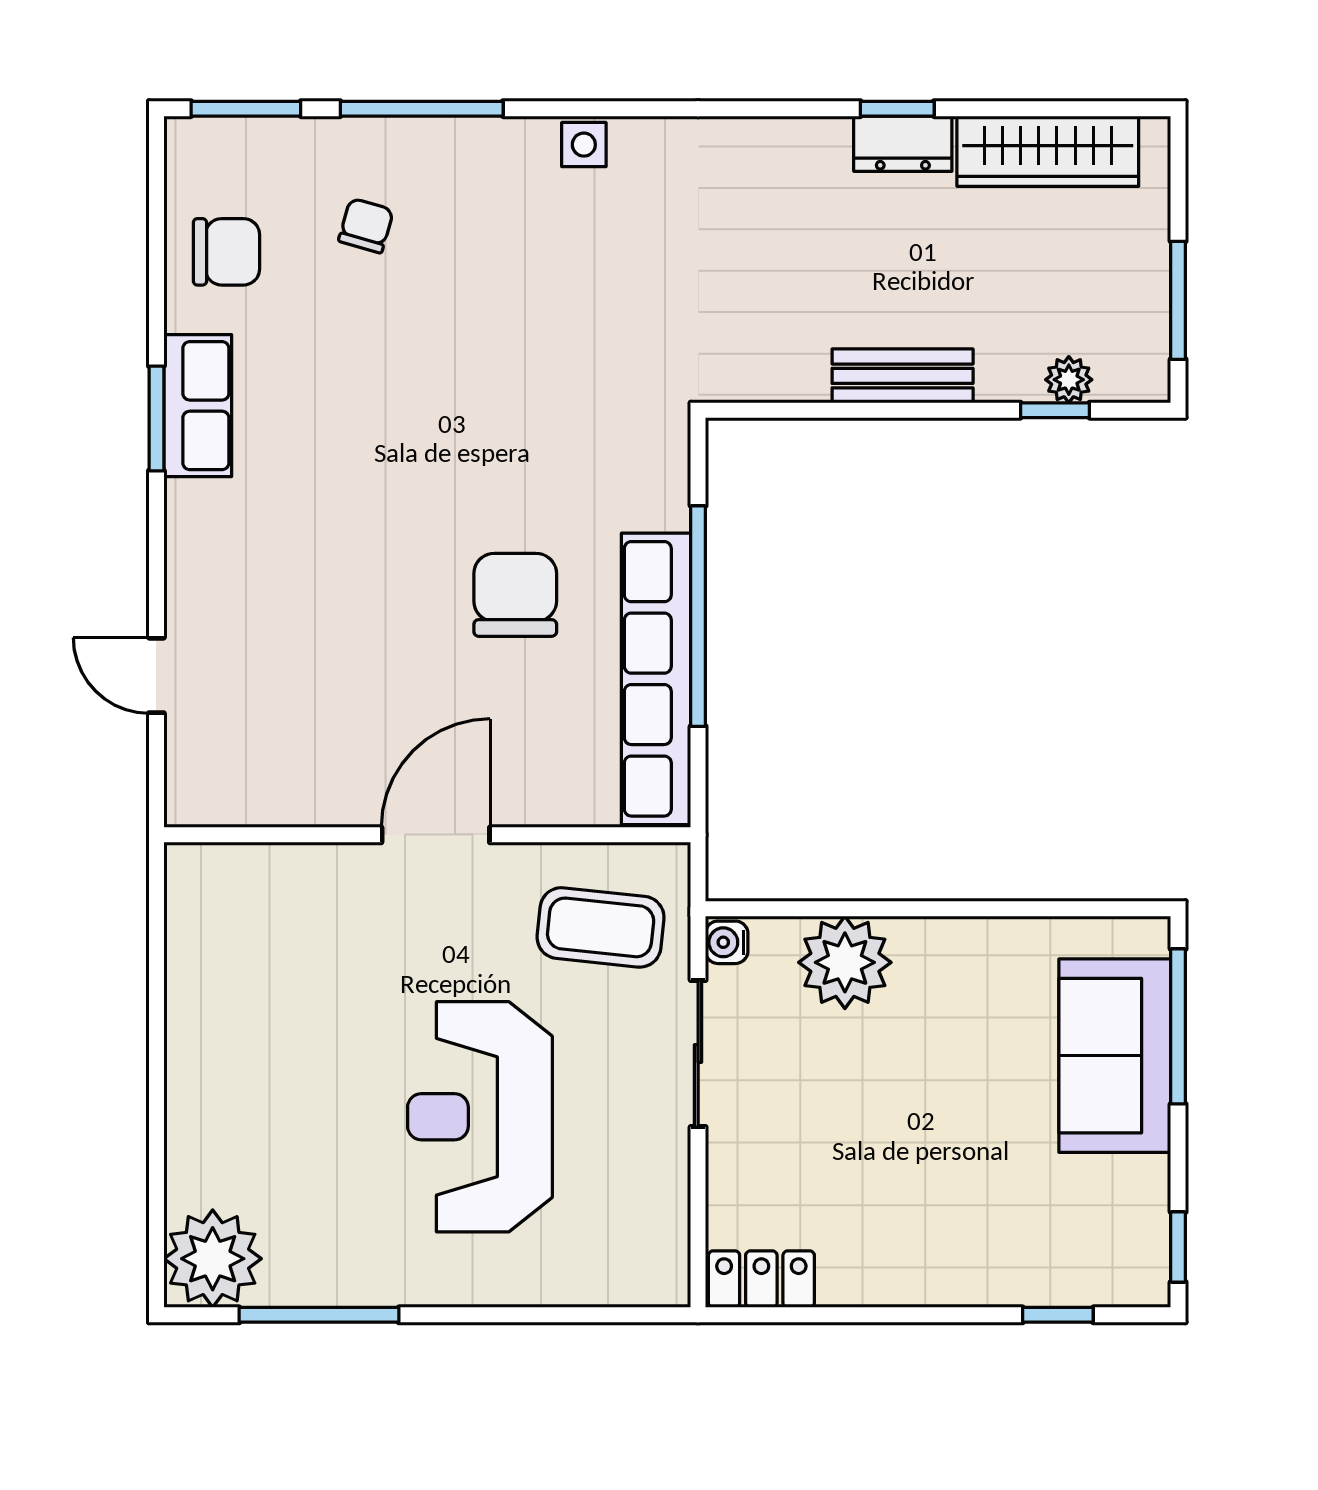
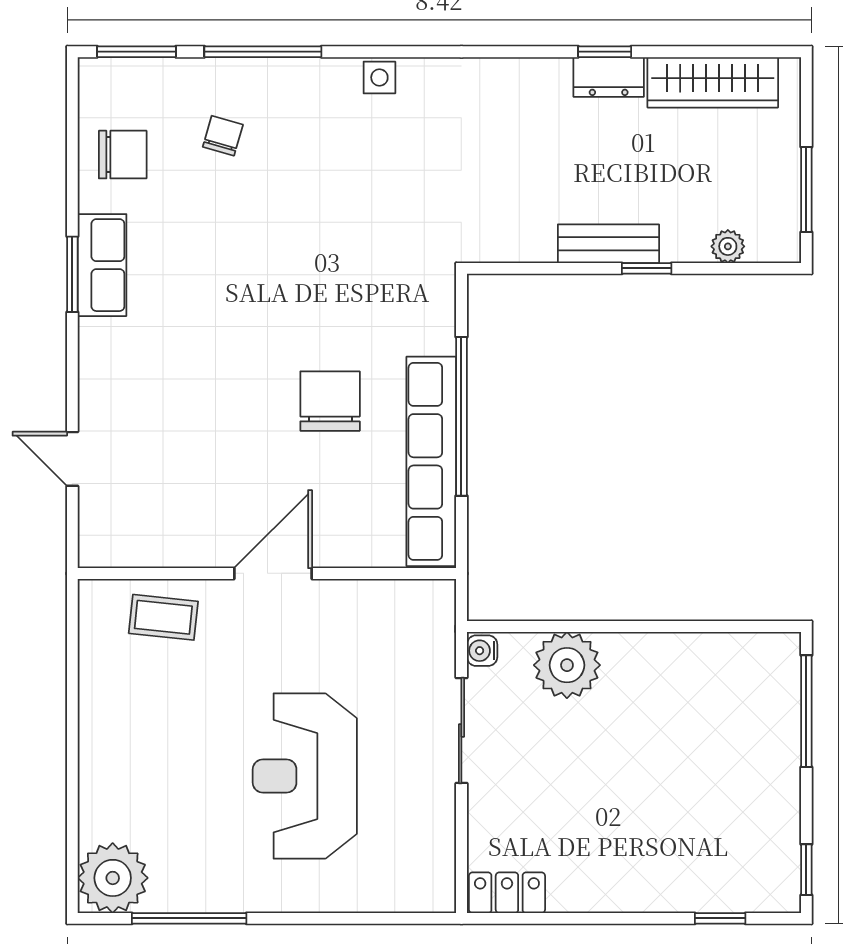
window: (1055, 410) -> (647, 268), moved
coffee table: (601, 927) -> (163, 617), moved, width x0.73, depth x0.77
sofa: (1115, 1056) -> (761, 732), removed

